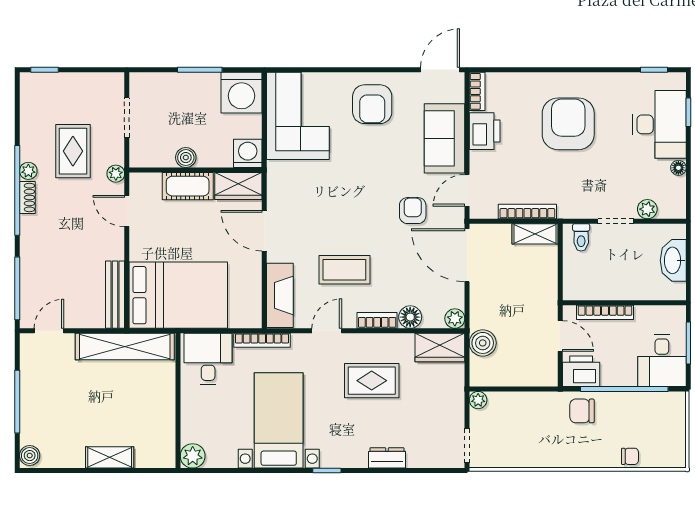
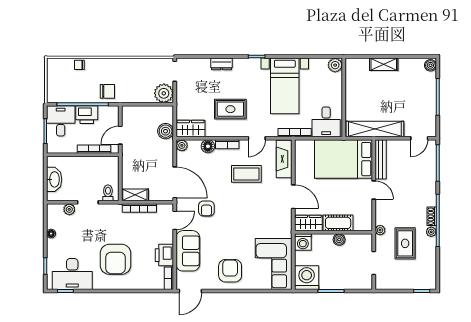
desk: (659, 124) -> (72, 274), moved, turned -90
door: (127, 211) -> (374, 190), moved
door: (560, 336) -> (120, 135), hinge flipped
printer: (581, 371) -> (87, 115), moved
plant: (478, 400) -> (164, 93), width x1.87, depth x1.87

